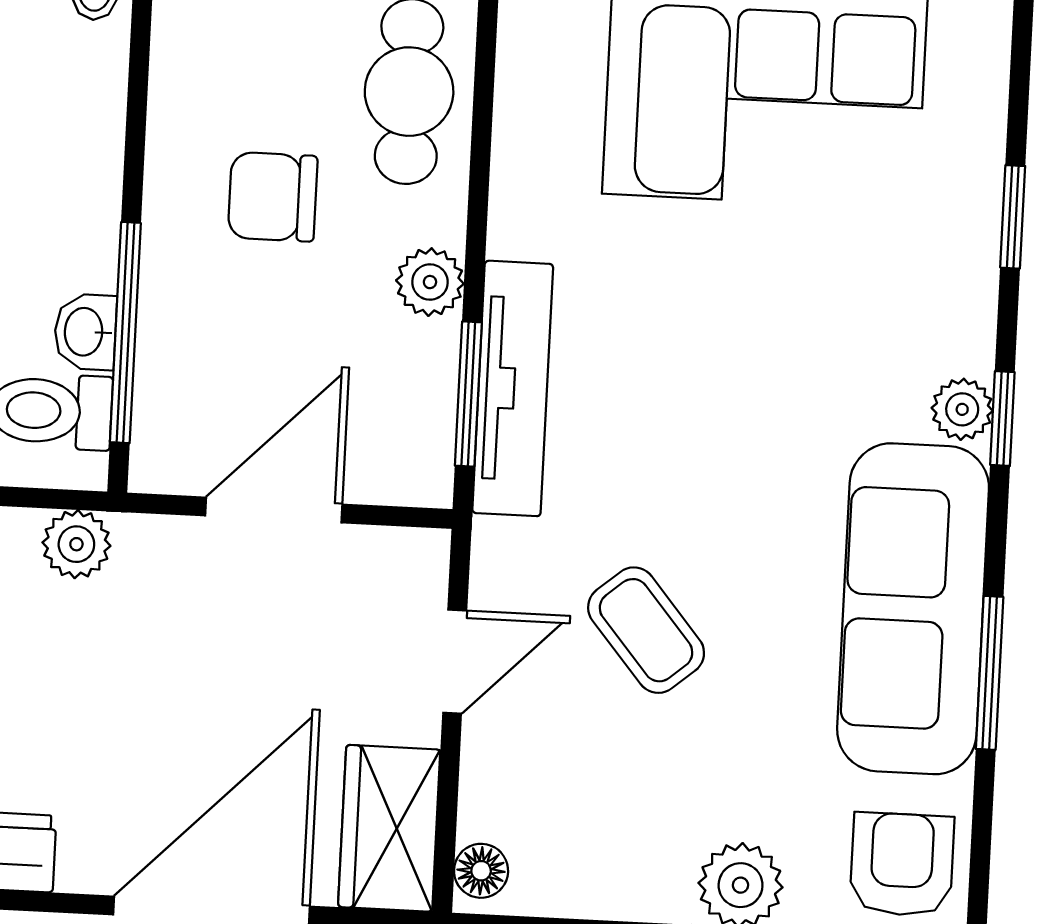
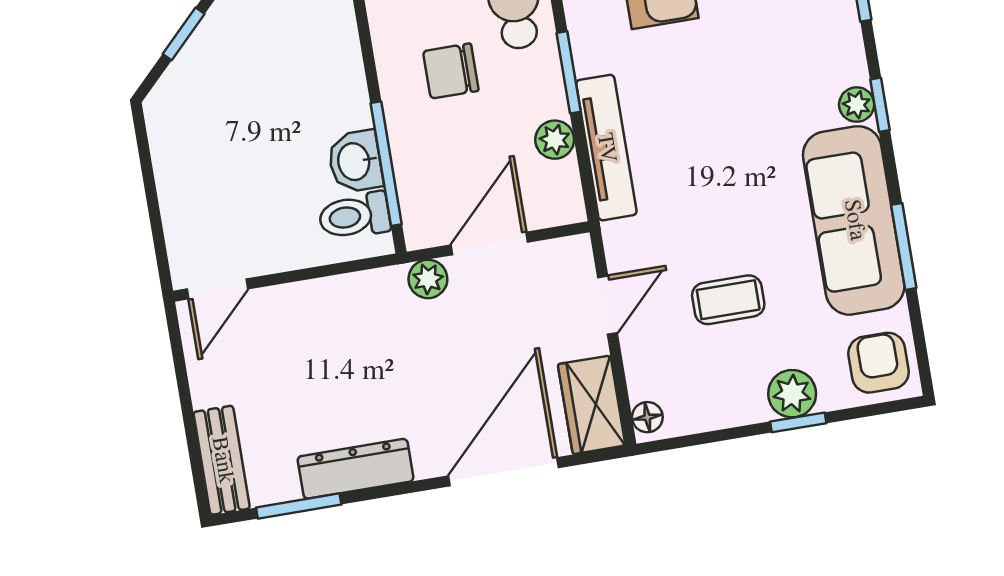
plant: (430, 282) -> (555, 140), moved
washbasin: (85, 332) -> (355, 161), width x1.38, depth x1.45
window: (468, 394) -> (569, 72), moved
plant: (76, 544) -> (428, 279), moved
coffee table: (646, 630) -> (728, 300), moved, turned -50

